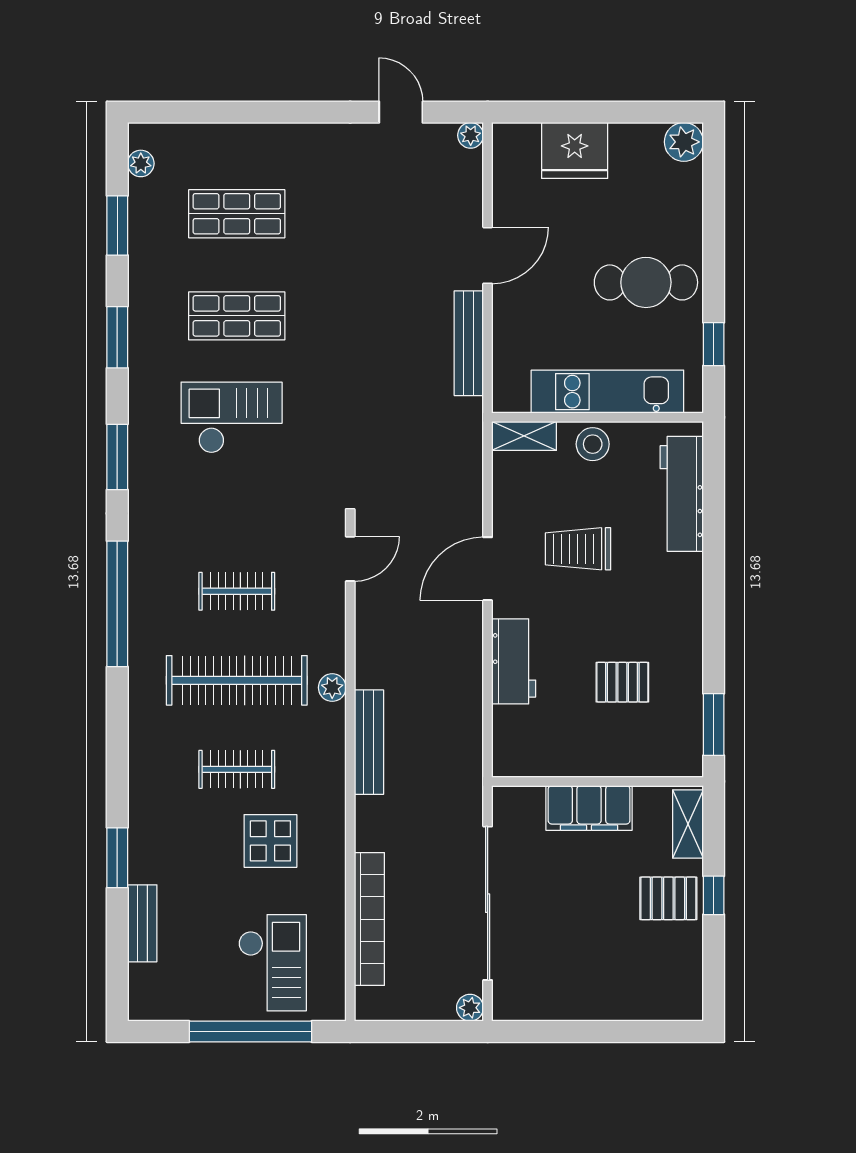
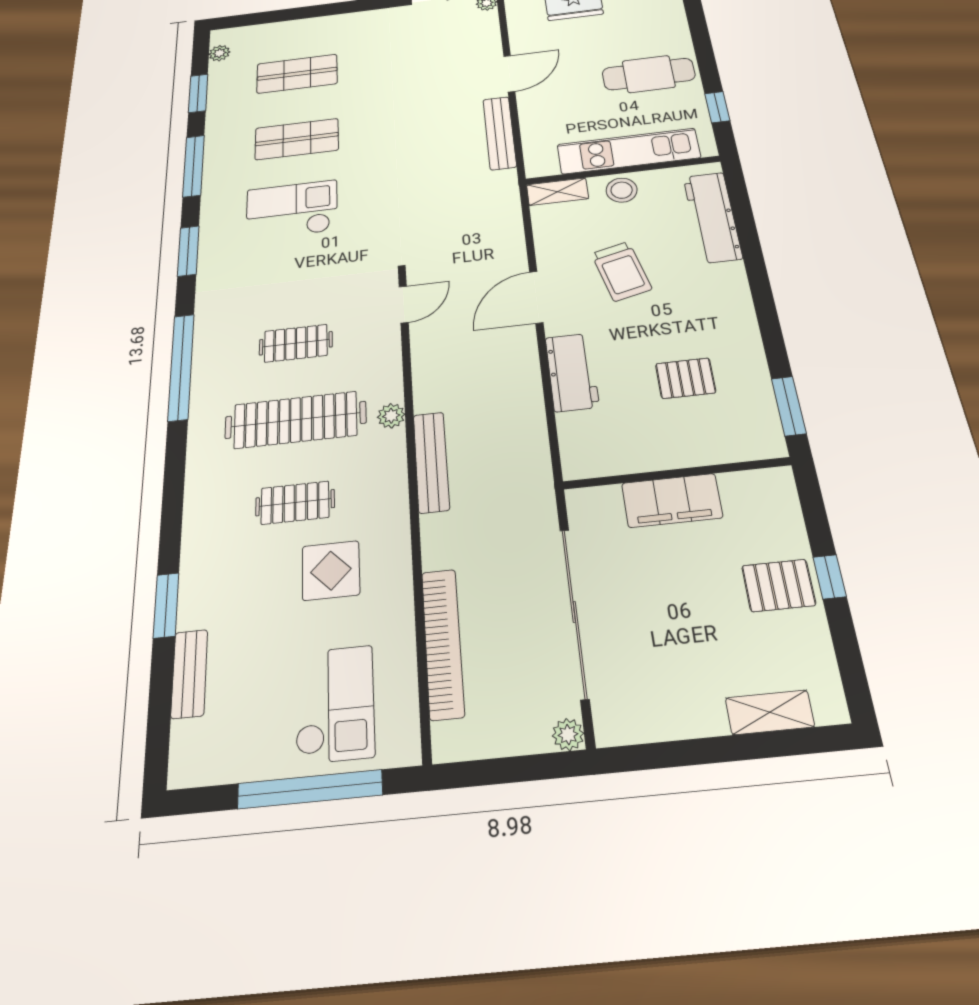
window: (117, 337) -> (194, 166), width x1.44
trolley: (578, 549) -> (621, 271), turned -104
shelving: (688, 824) -> (770, 712), moved, turned 90

